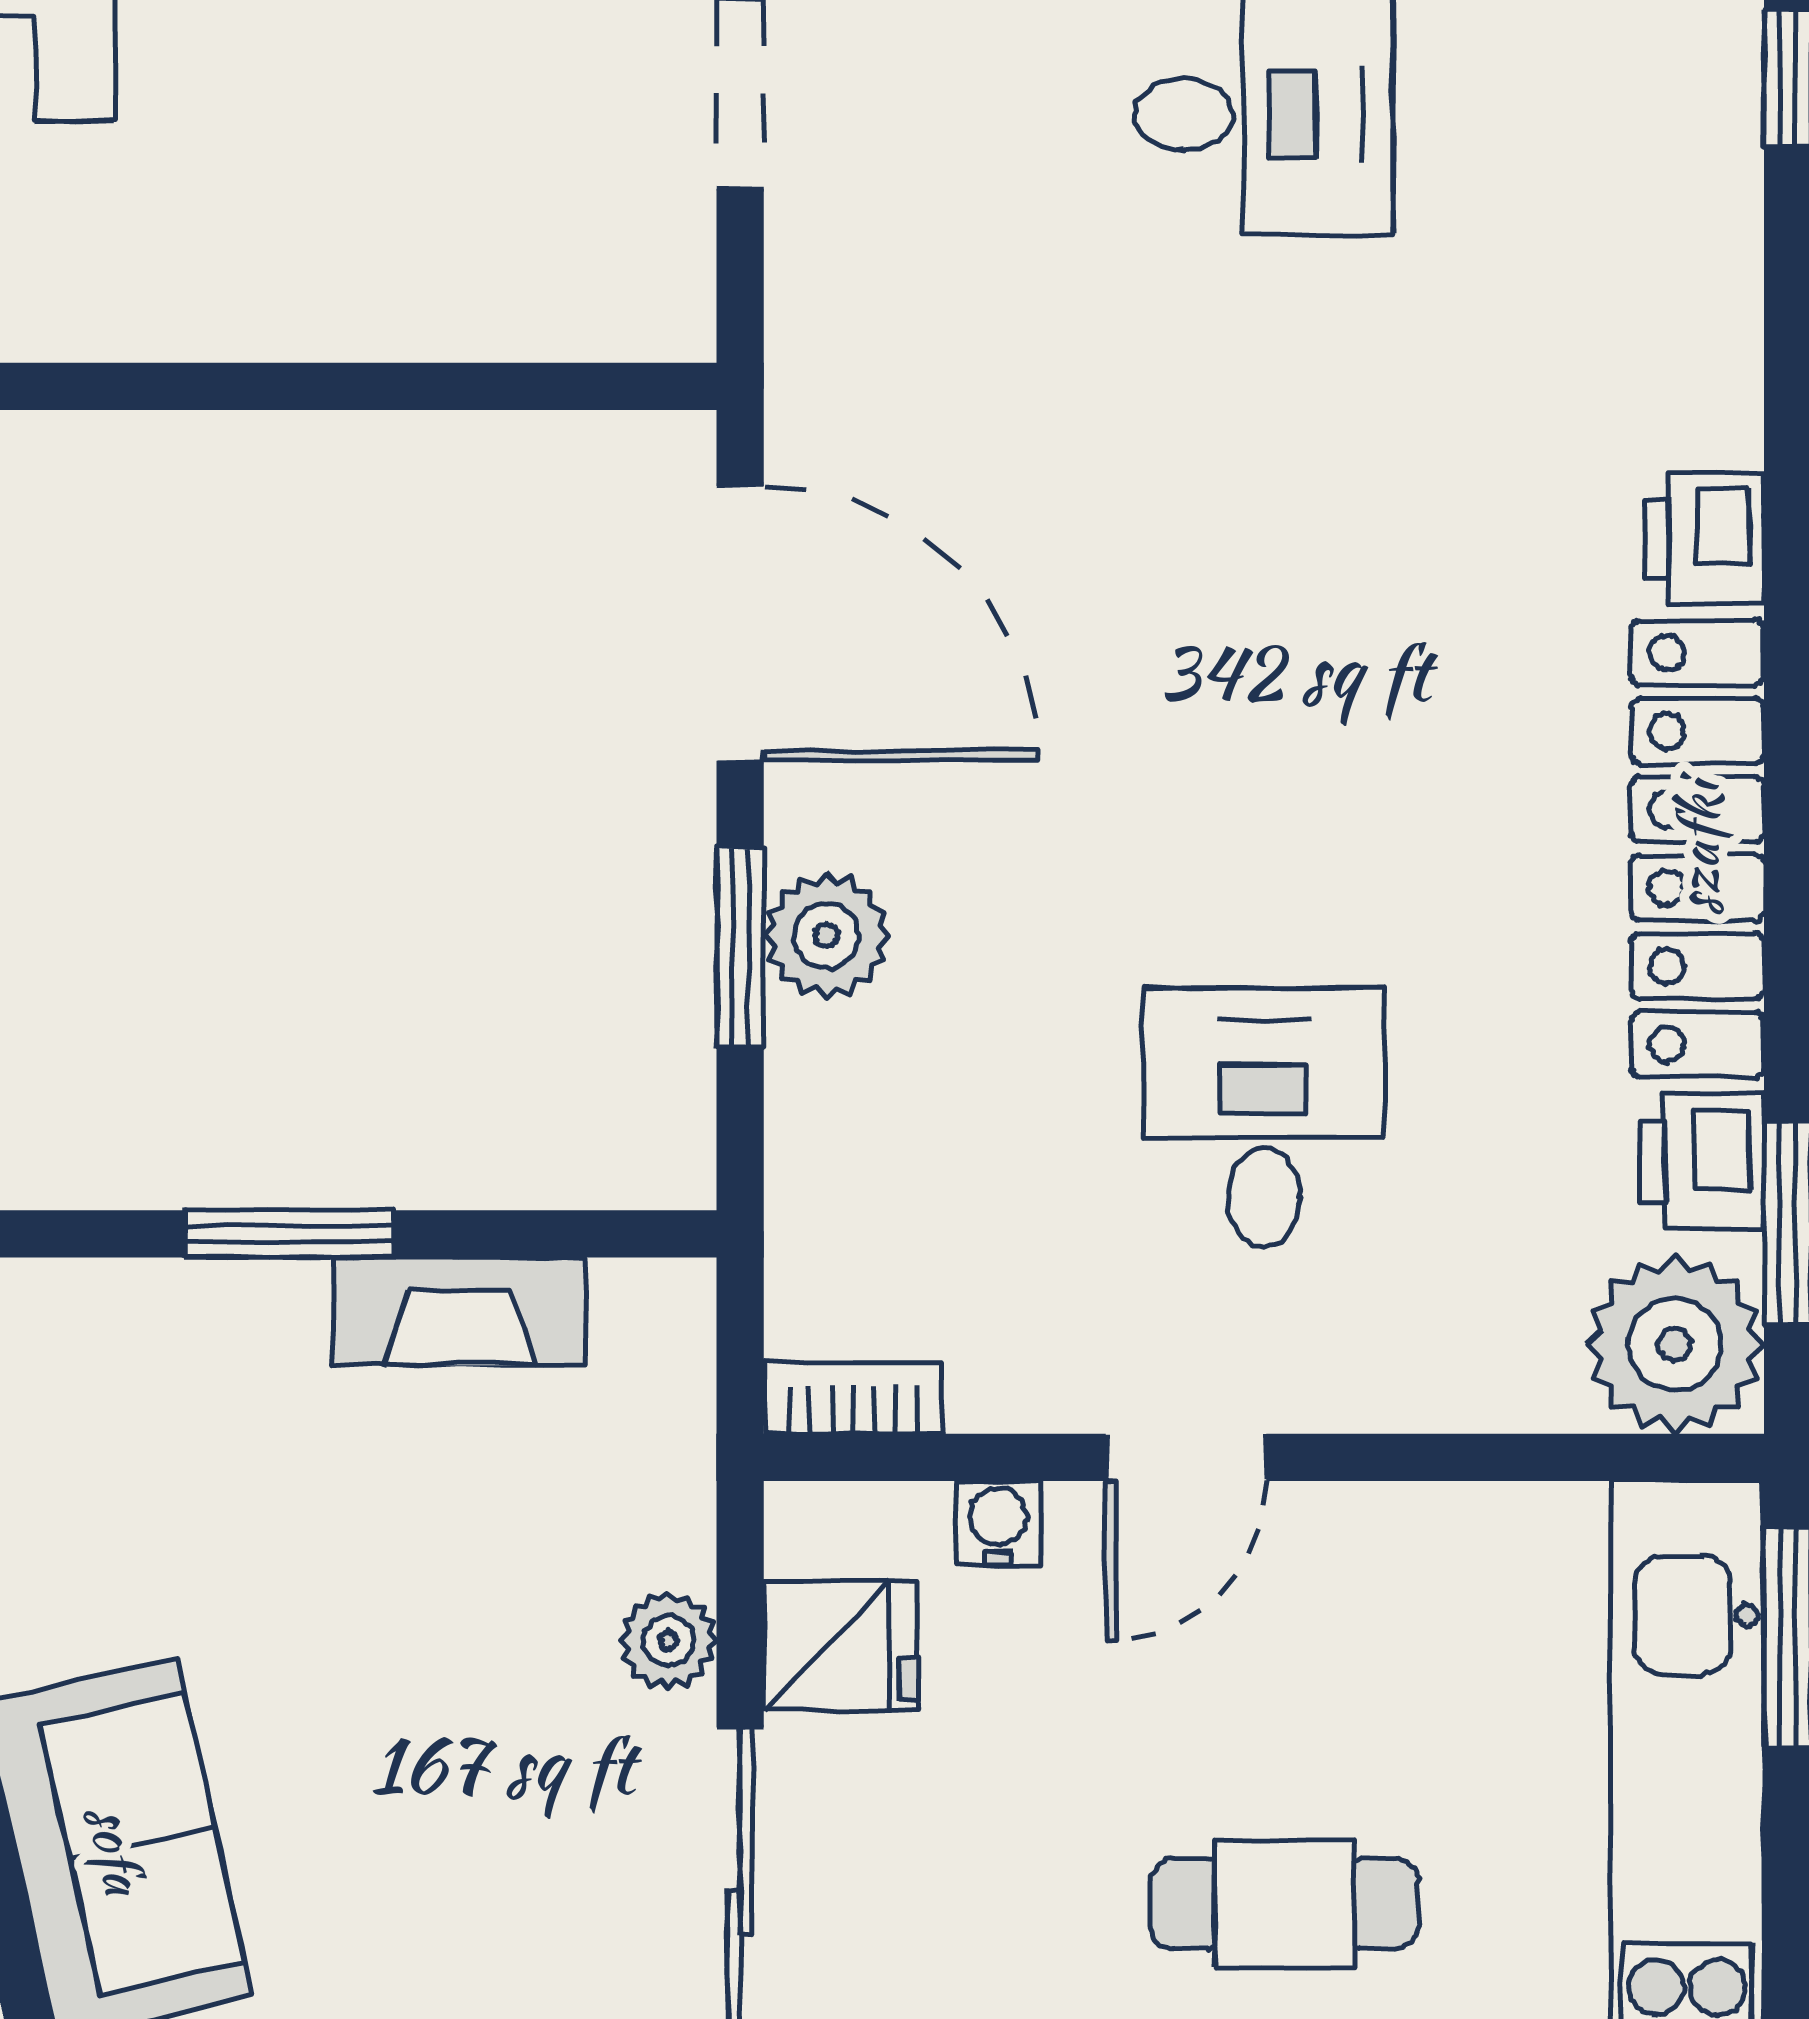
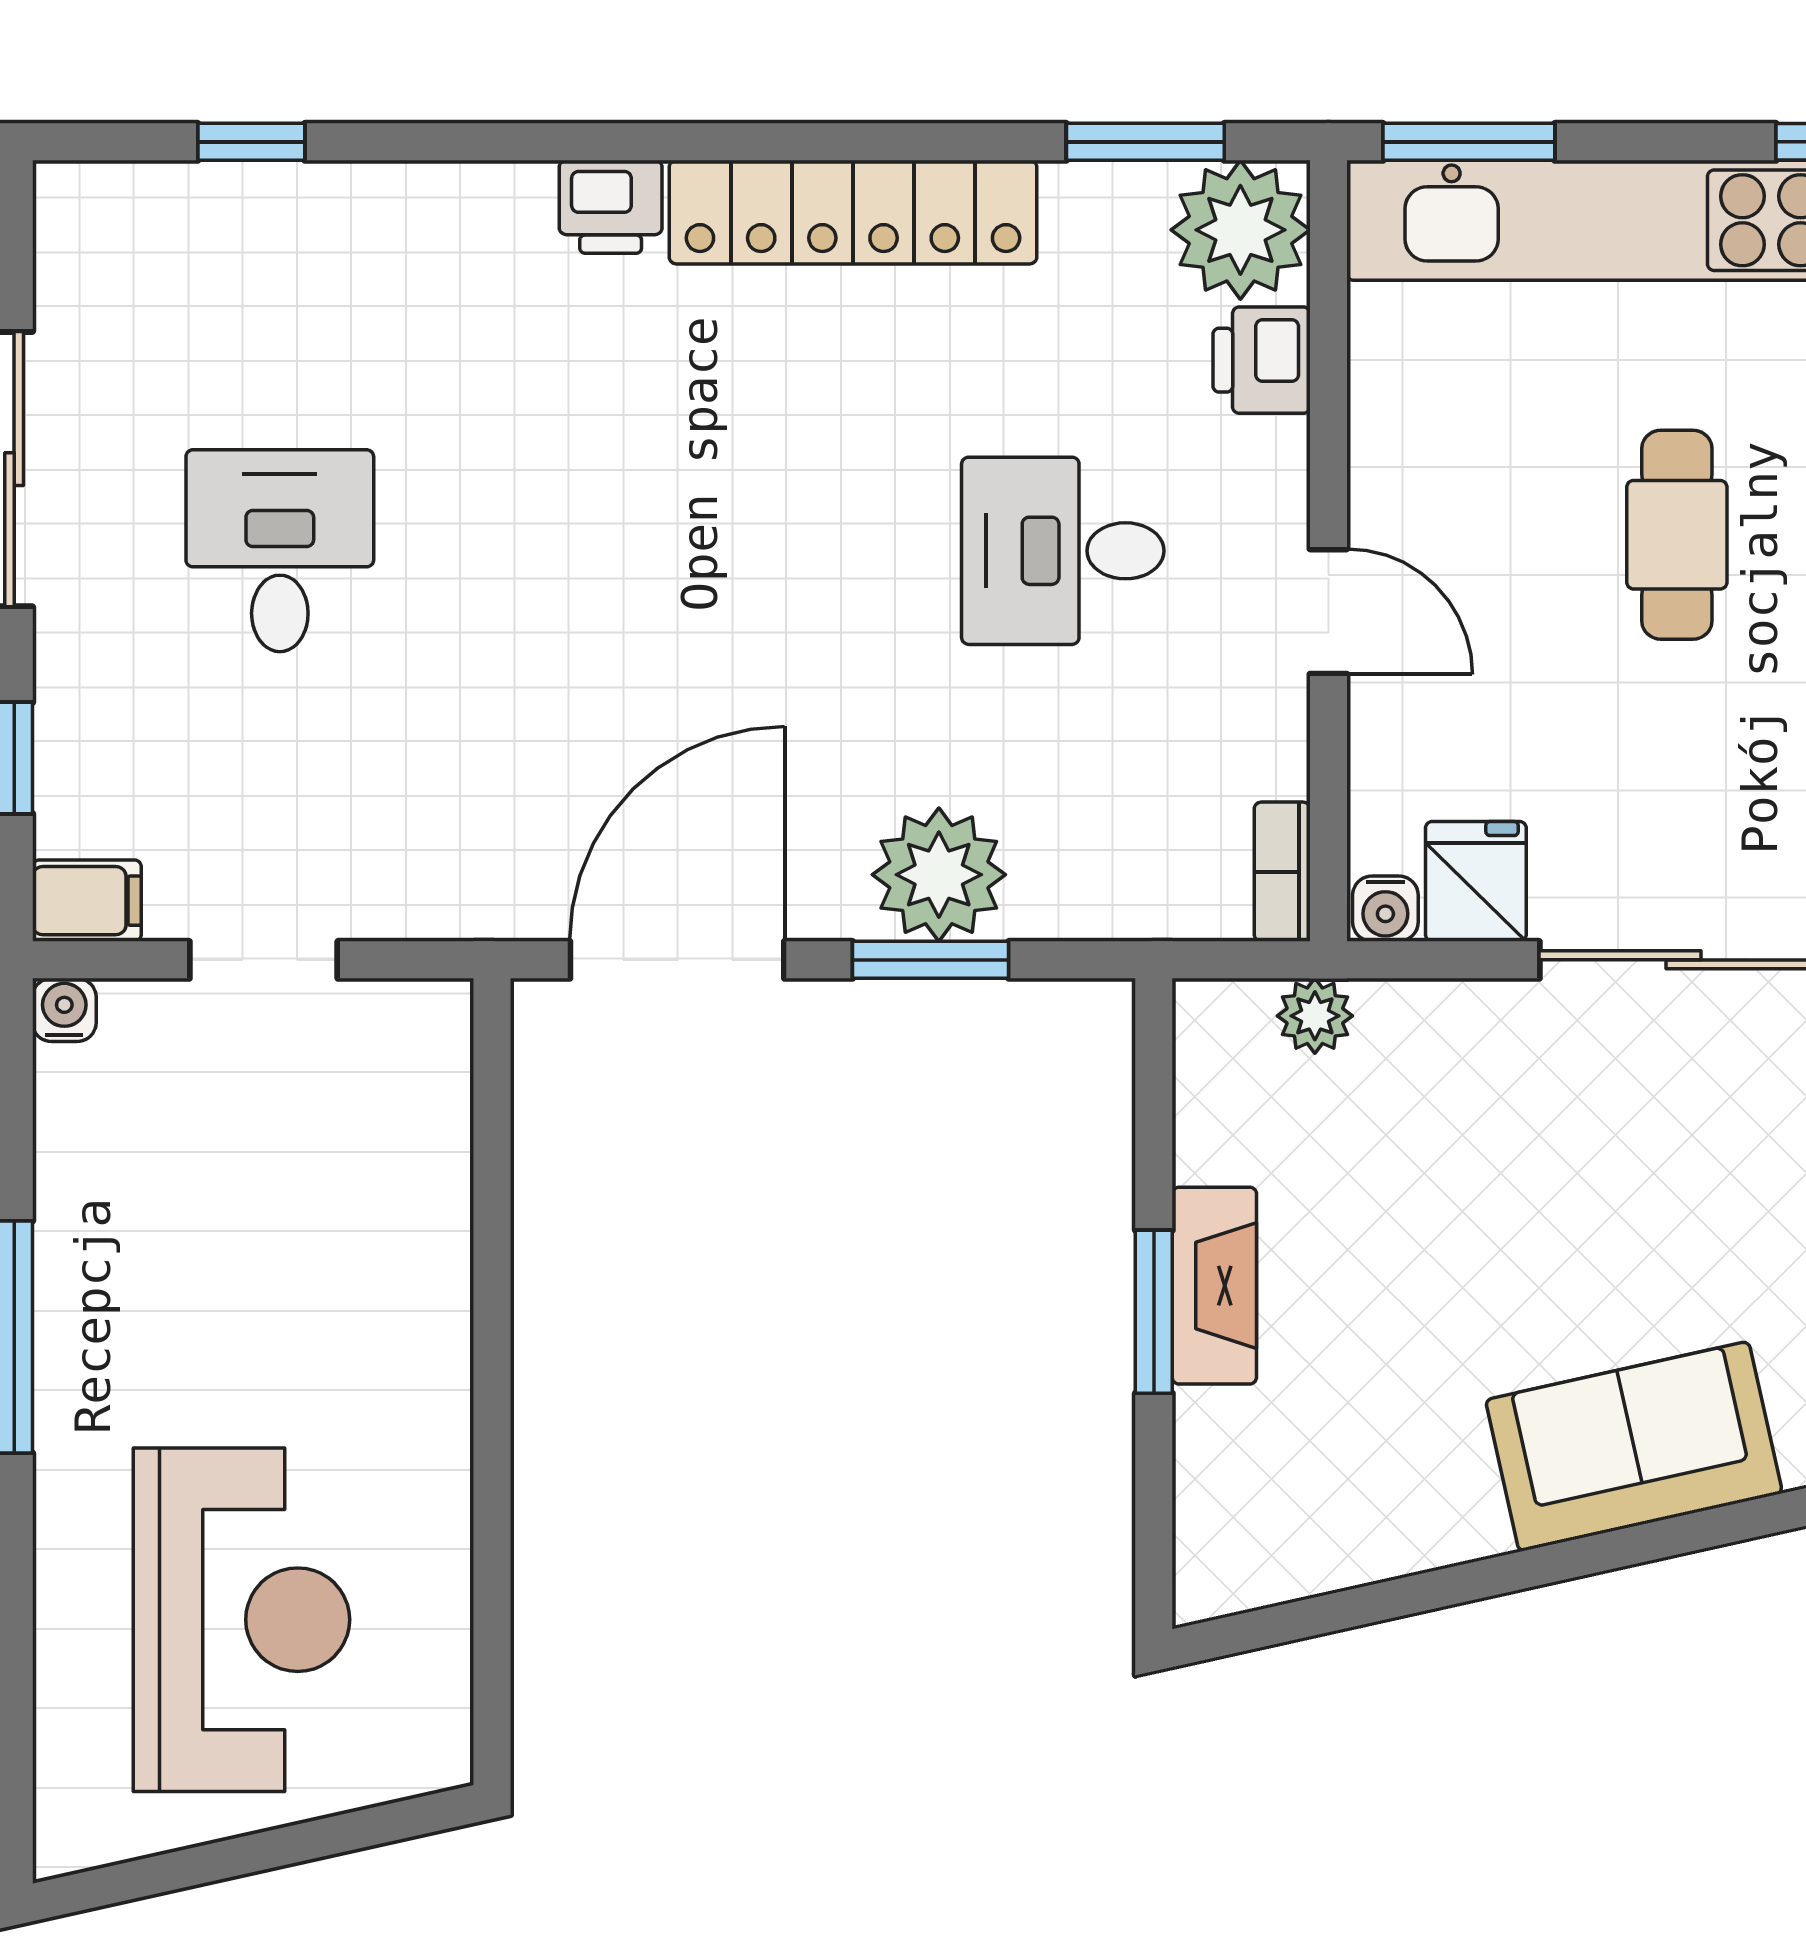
plant: (826, 936) -> (939, 875), width x1.36, depth x1.36
printer: (1702, 1161) -> (1262, 360), moved, turned 90
fireplace: (459, 1311) -> (1214, 1286), moved
water cooler: (998, 1523) -> (1385, 909), moved, turned -90
plant: (668, 1641) -> (1315, 1016), moved

